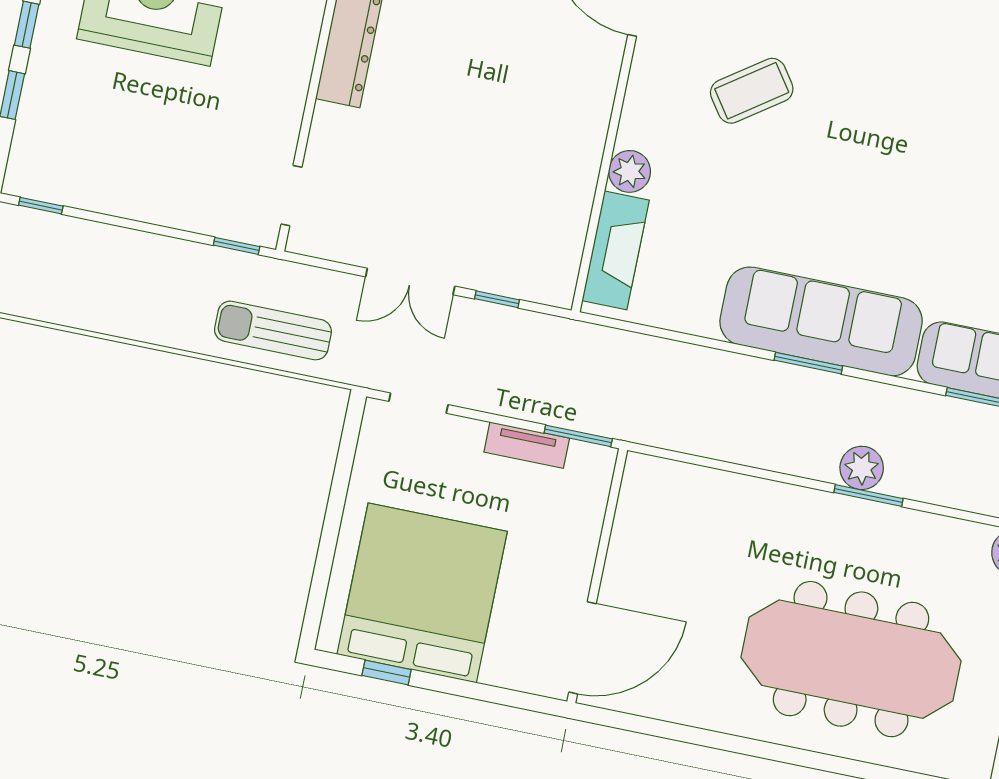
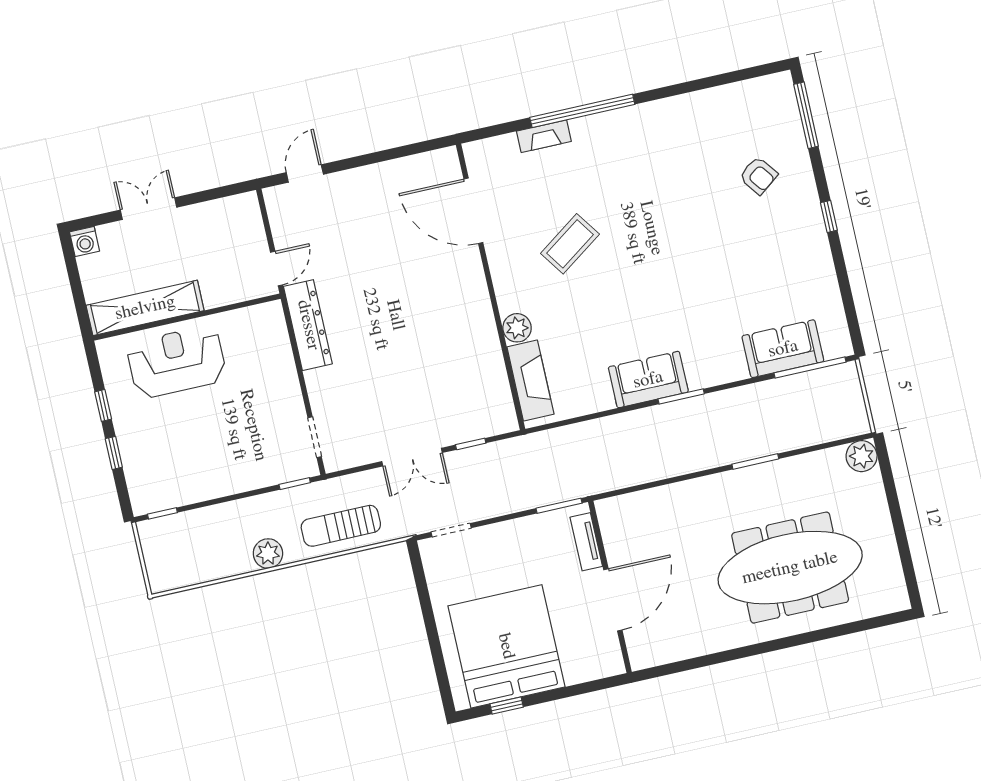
sofa: (821, 321) -> (648, 380), width x0.54, depth x0.79
tv unit: (527, 445) -> (586, 542), moved, turned 90
plant: (862, 468) -> (268, 554), moved
door: (582, 648) -> (613, 600), moved

